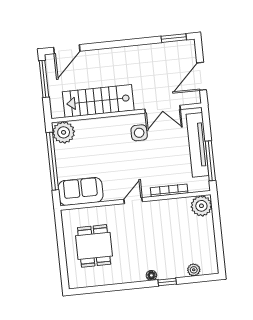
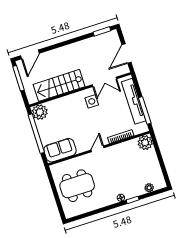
dining table: (94, 246) -> (77, 186), width x1.38

